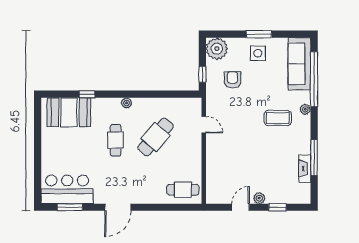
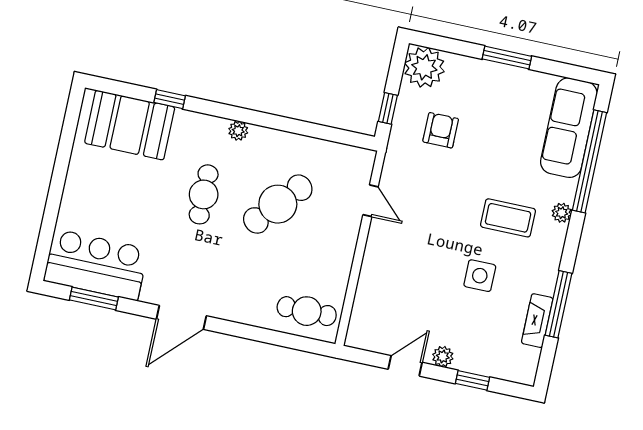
side table: (258, 53) -> (480, 276), moved

